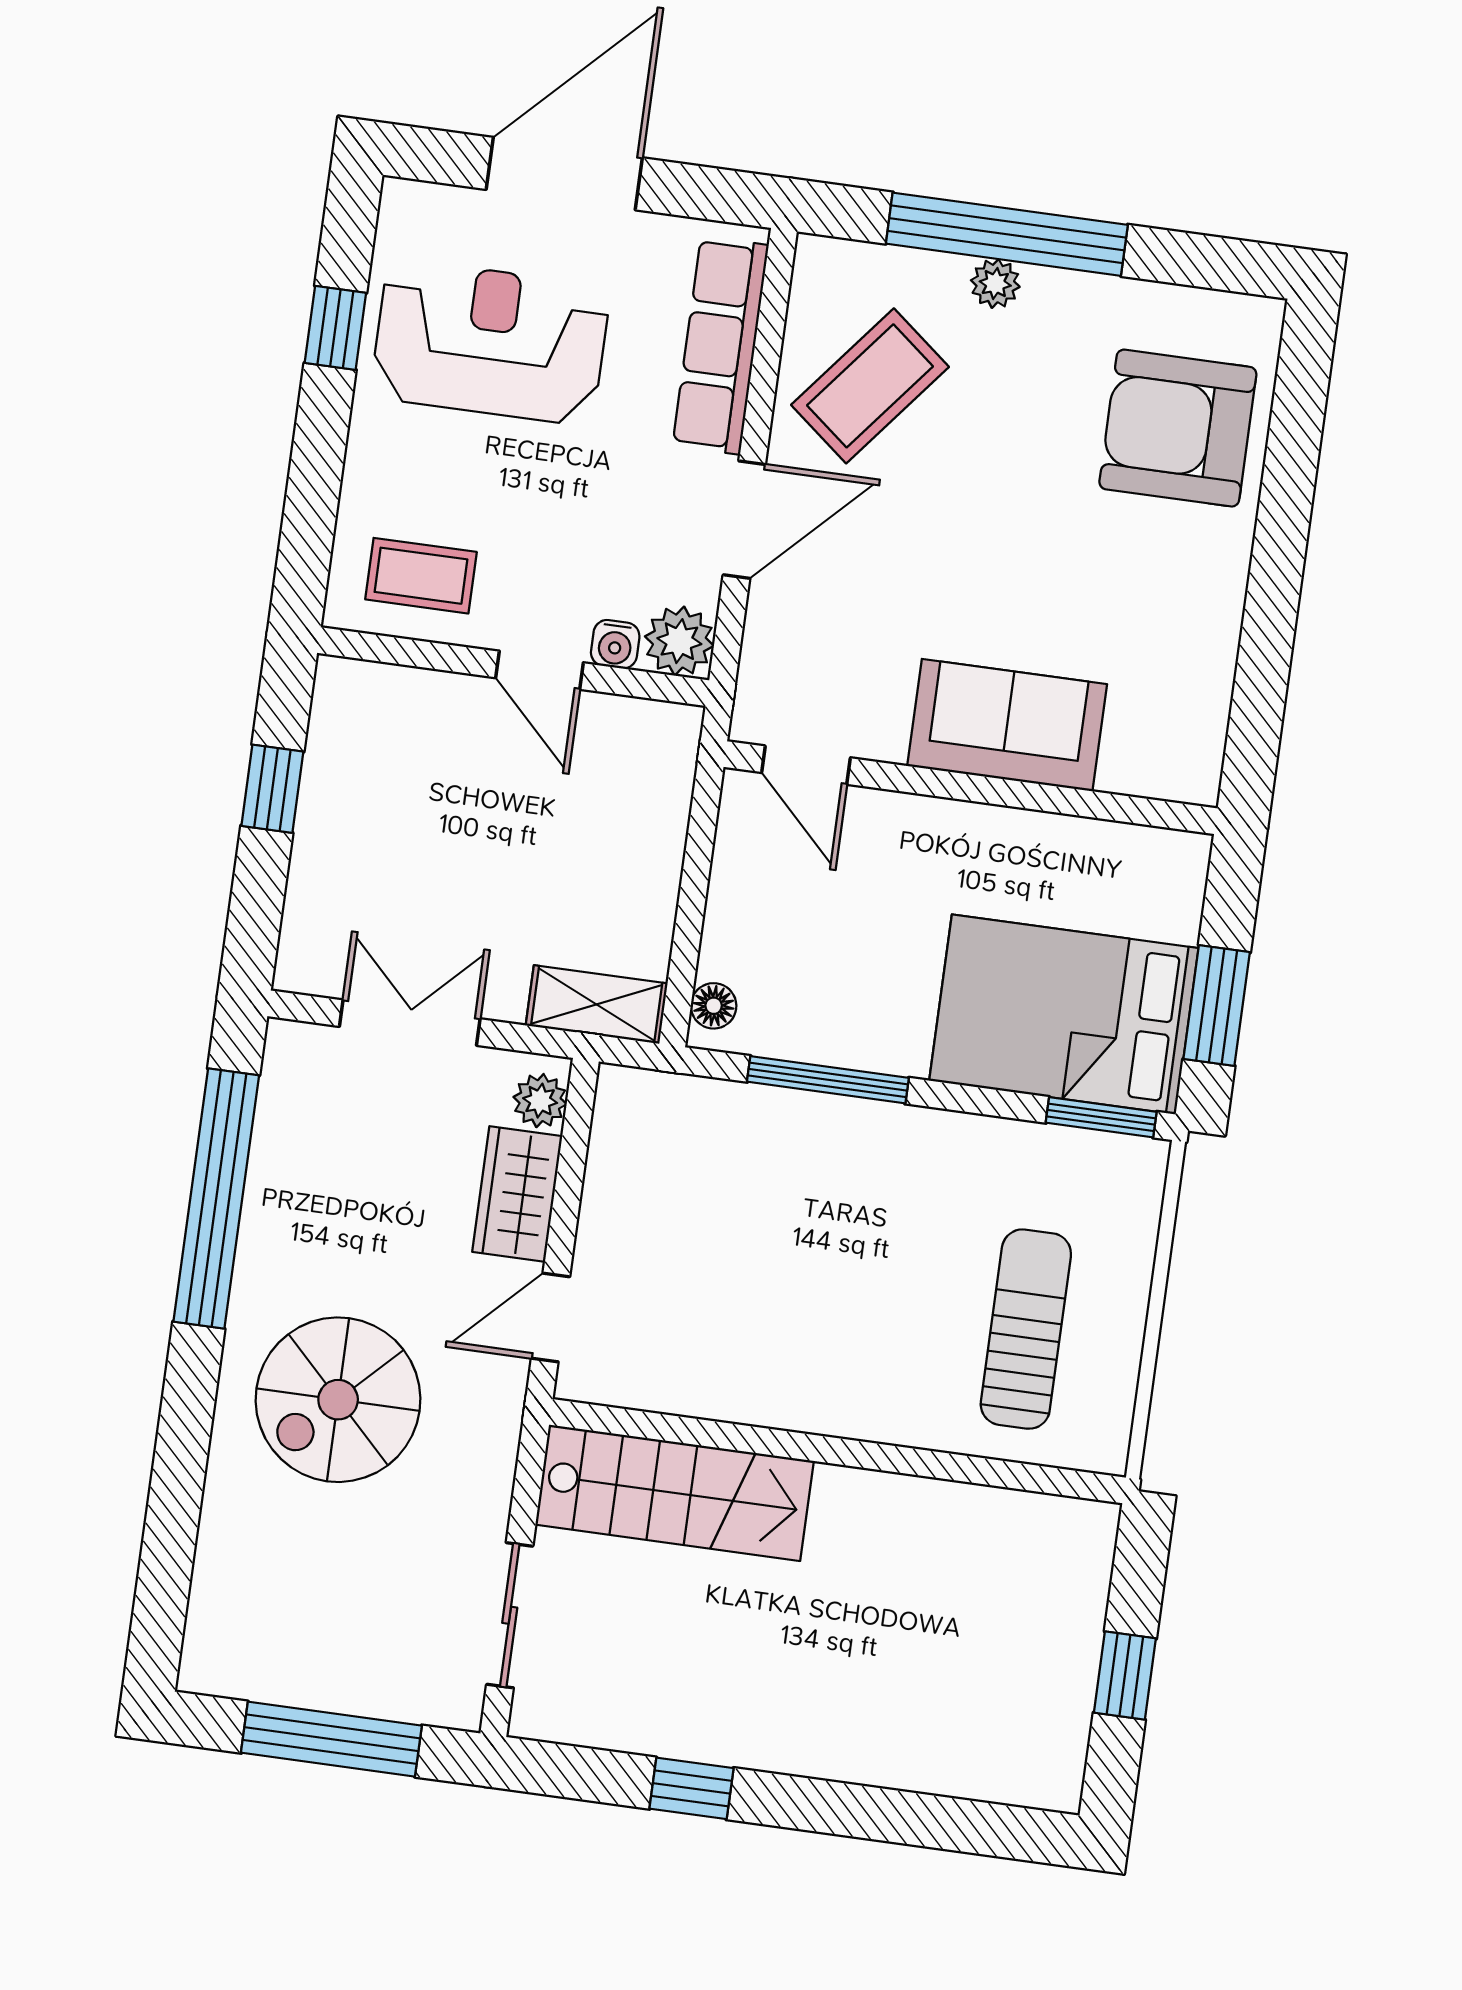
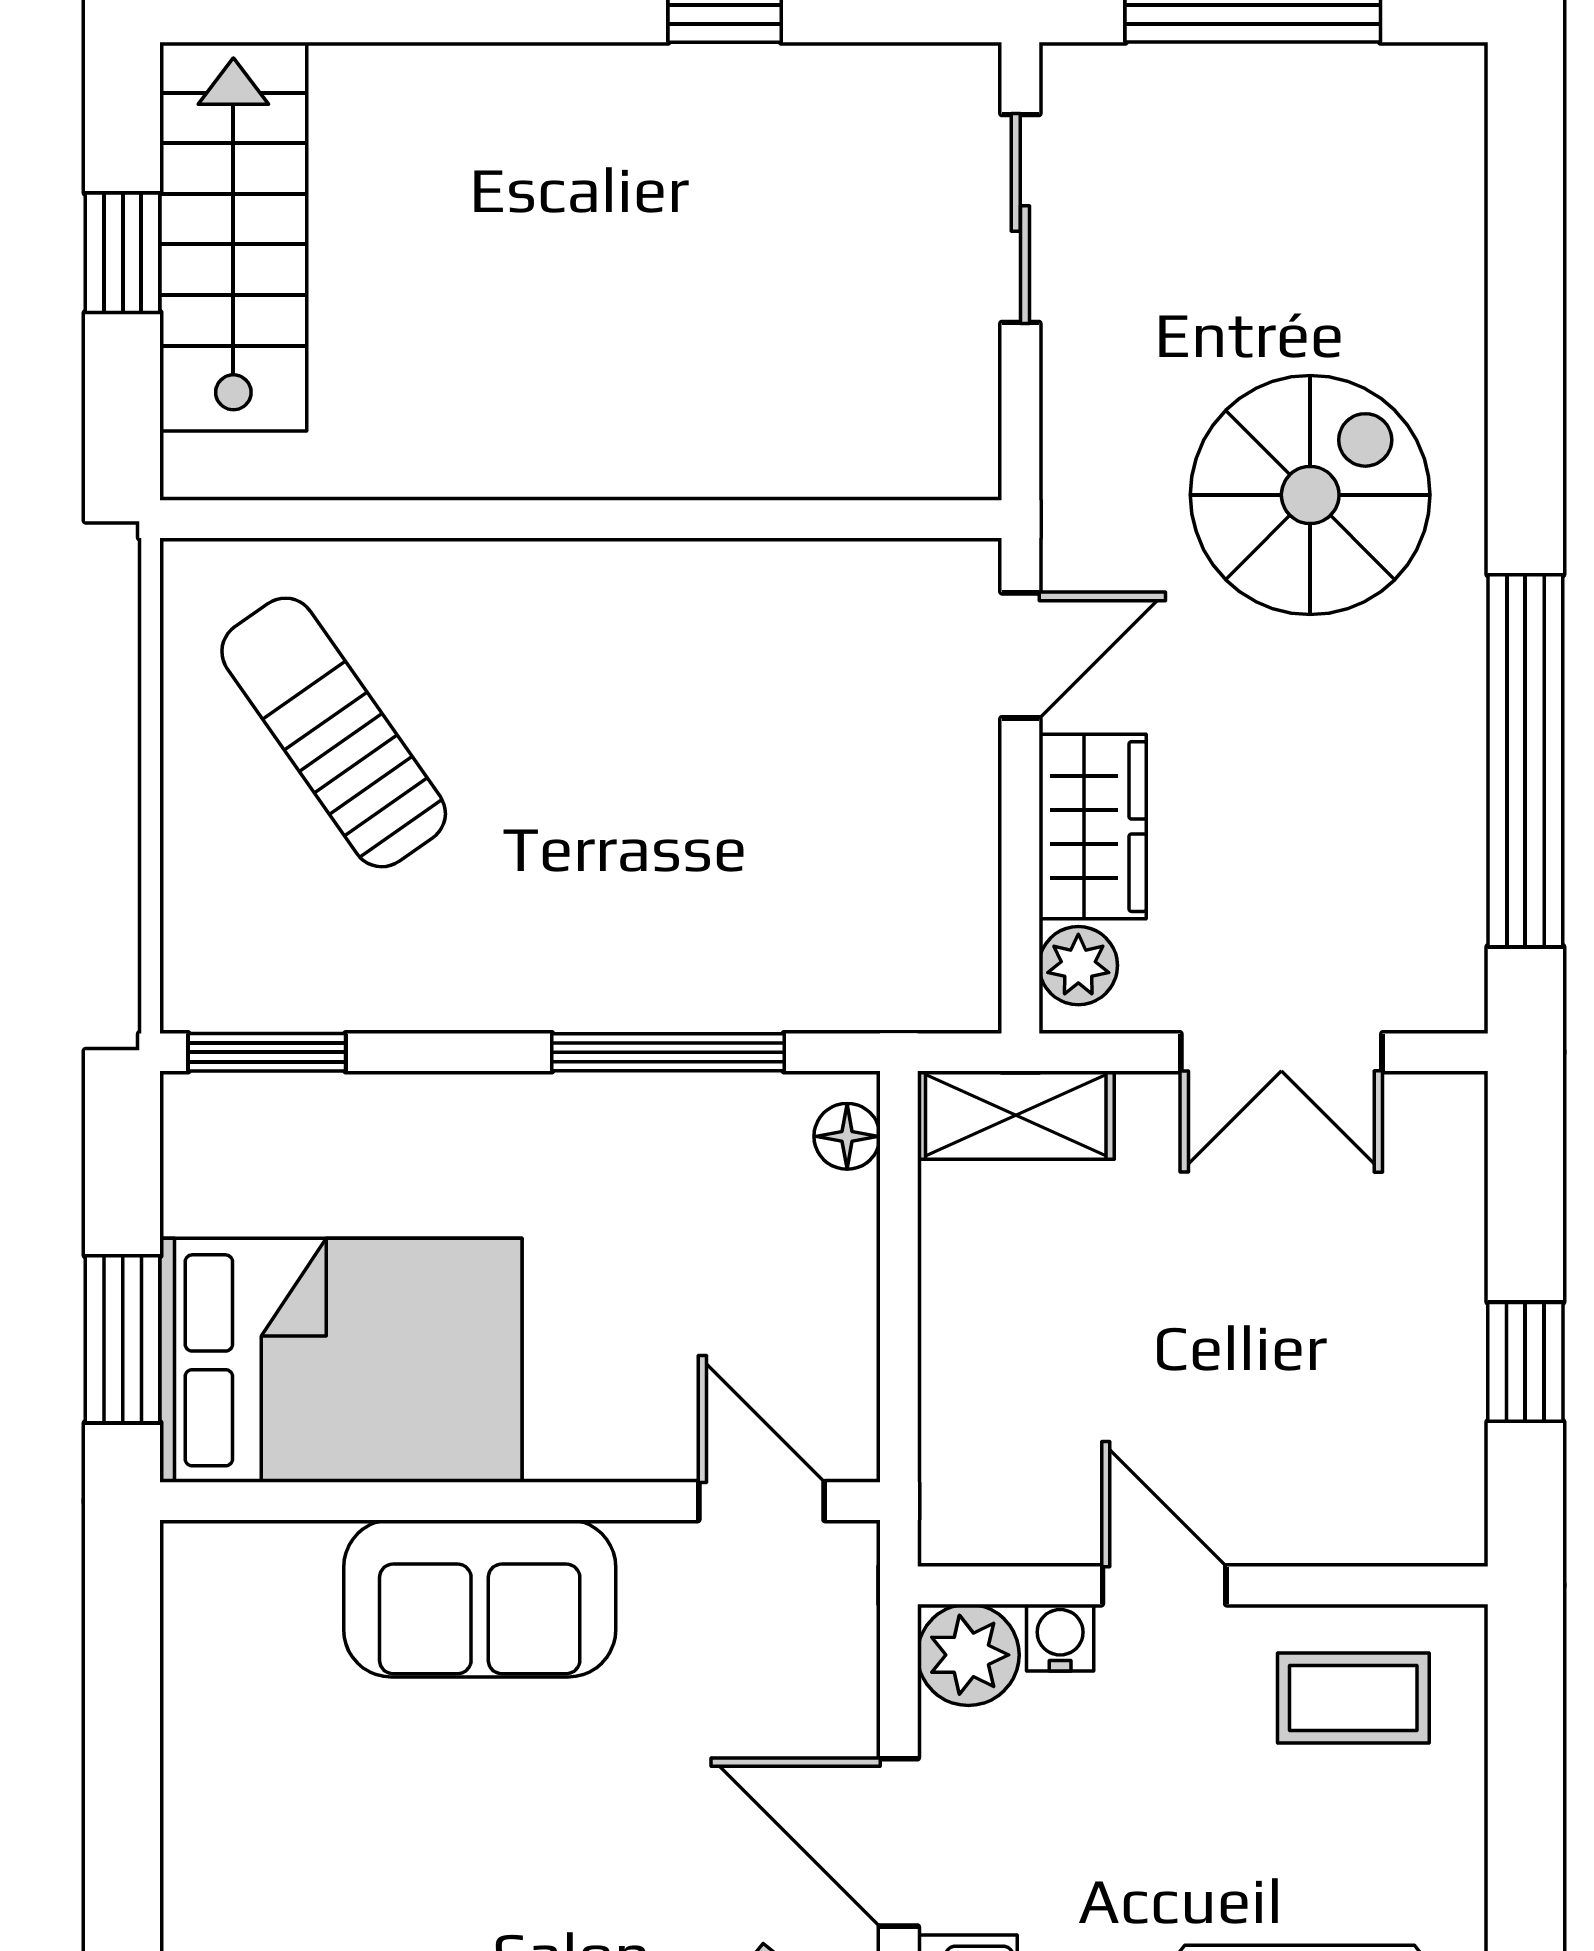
door: (744, 520) -> (899, 1842), hinge flipped
window: (1217, 1006) -> (123, 1339), moved
bed: (1064, 1014) -> (341, 1360), moved
sun lounger: (1026, 1329) -> (334, 732), turned 145
stairs: (675, 1493) -> (233, 237), moved, turned 90

